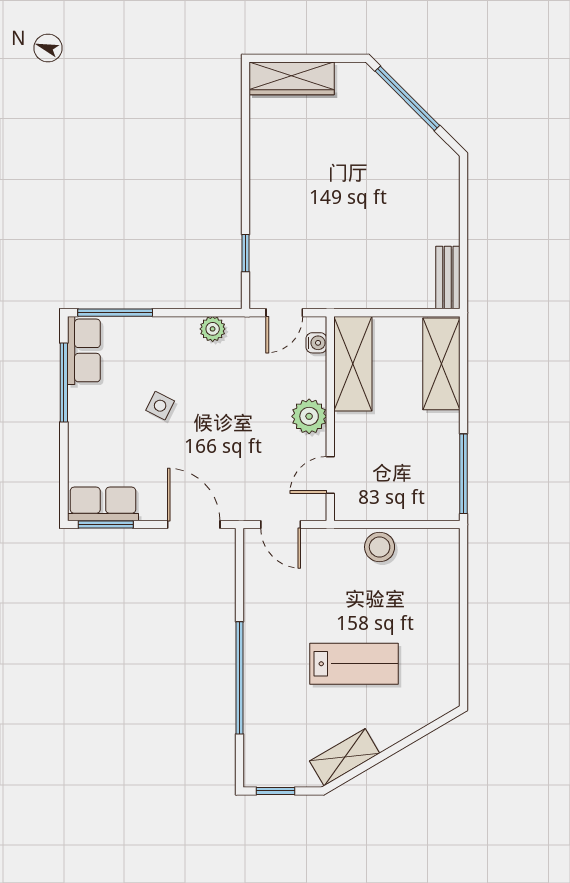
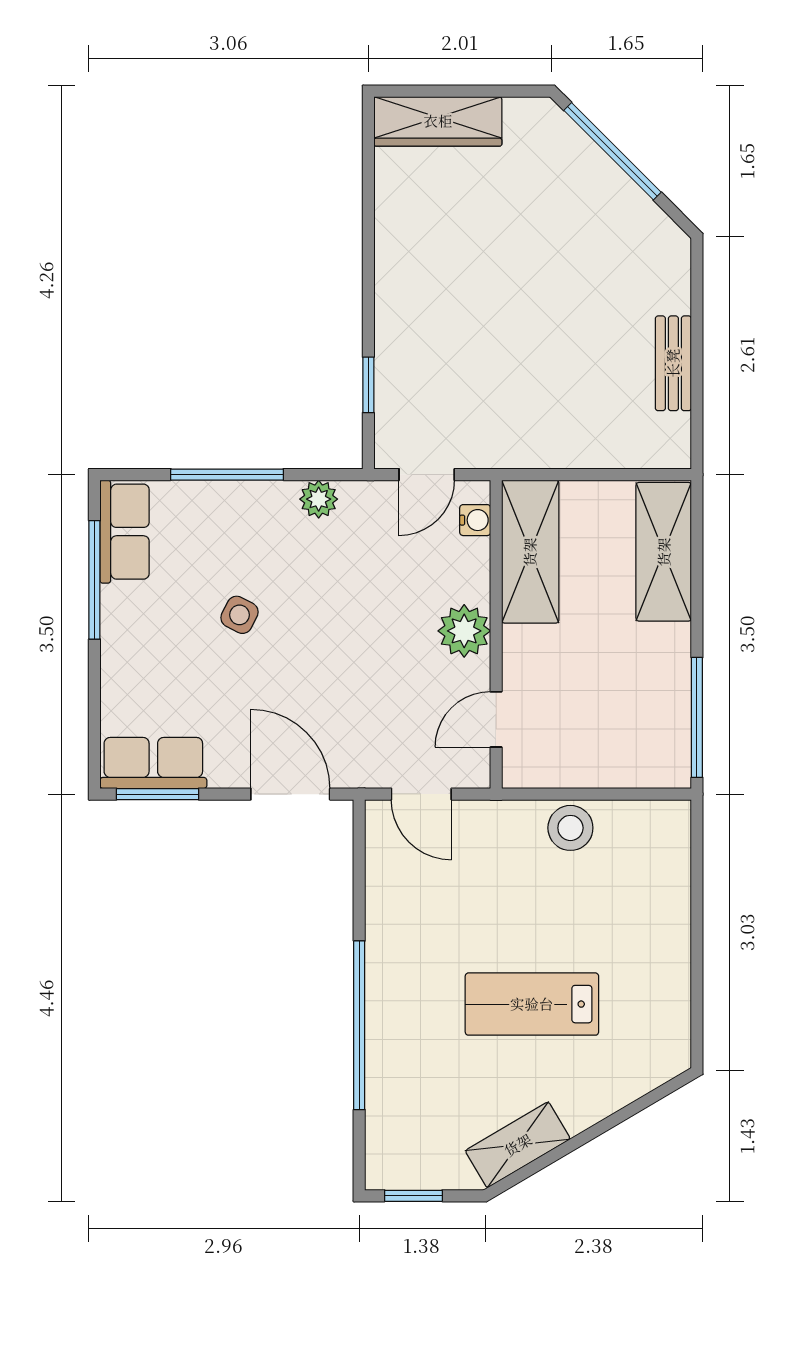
bench: (448, 278) -> (673, 363), moved
window: (115, 313) -> (227, 475), moved
lab bench: (354, 664) -> (532, 1004), turned 180

